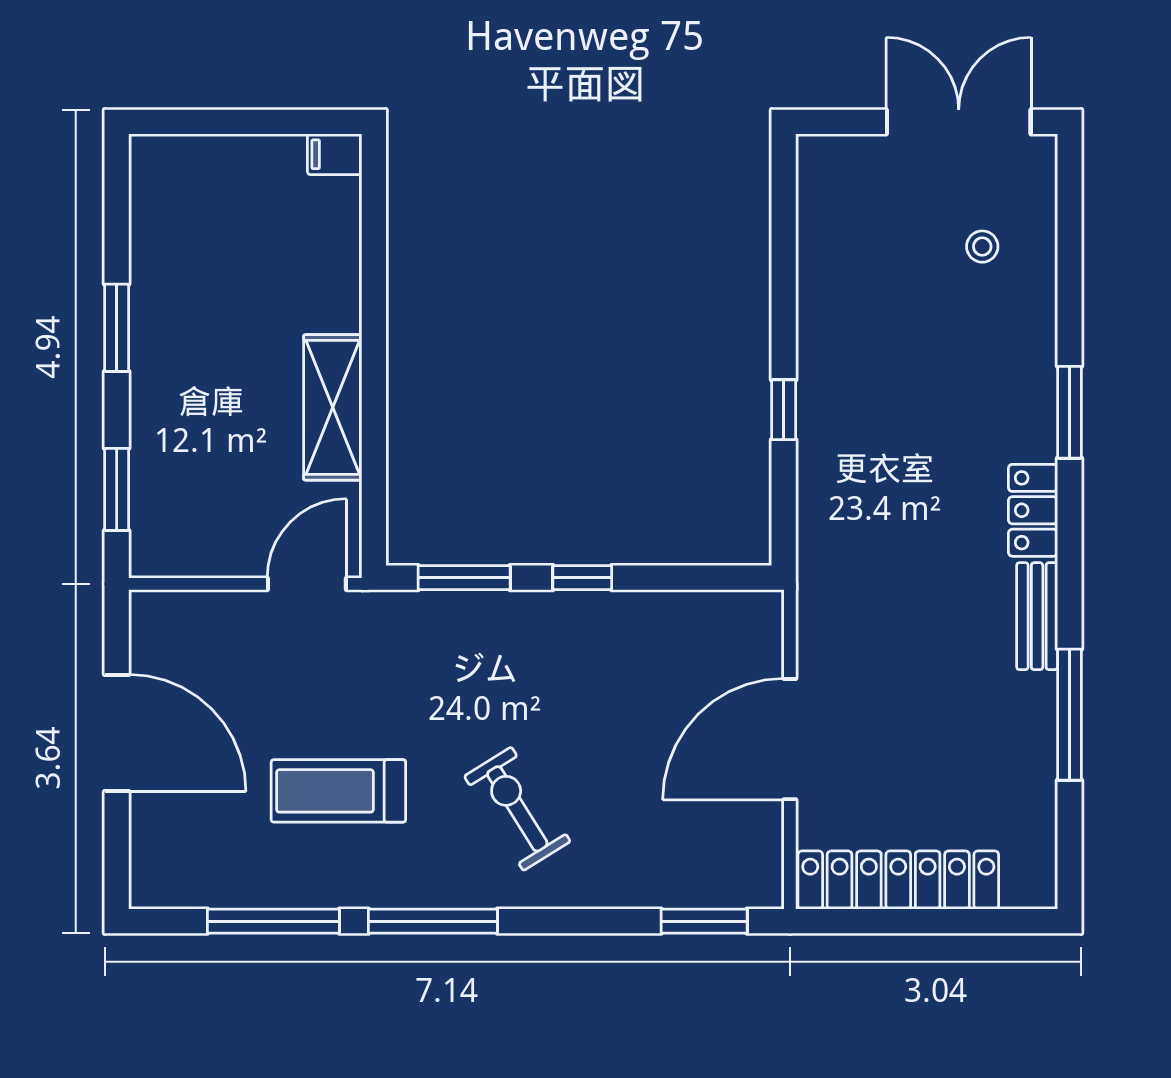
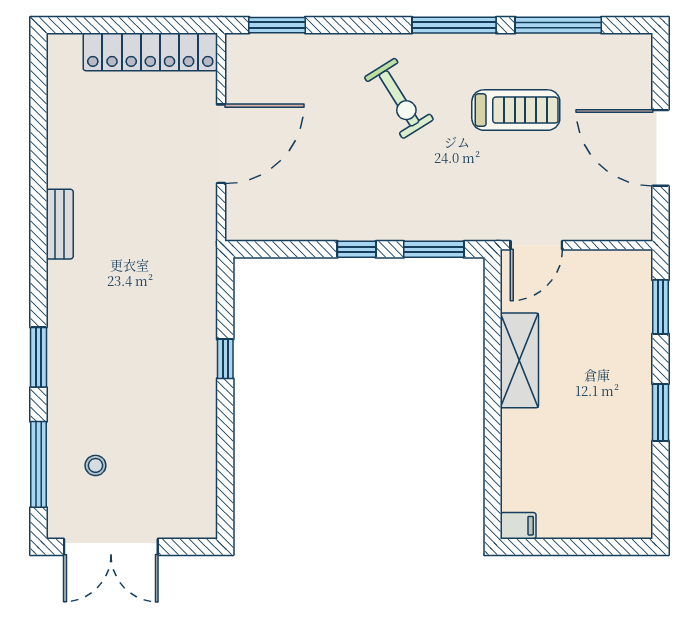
locker: (1033, 510) -> (62, 293), removed
window: (1069, 715) -> (39, 464), moved

